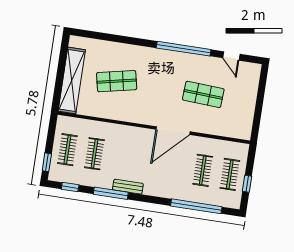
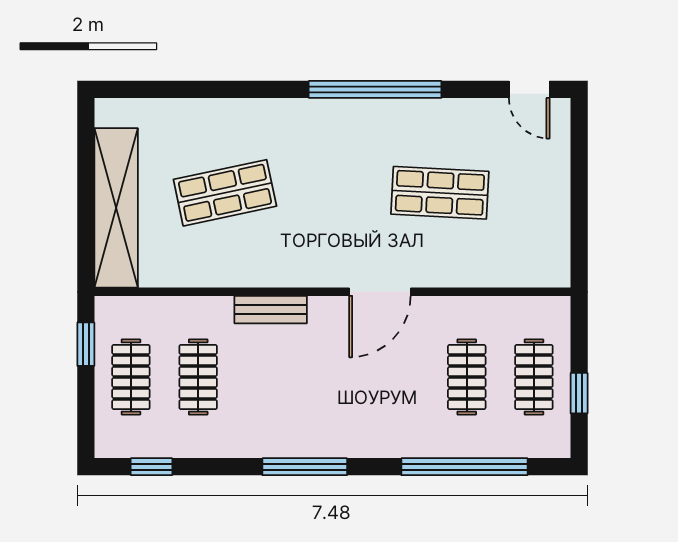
door: (231, 56) -> (529, 89), moved
door: (173, 131) -> (380, 292), width x0.73
window: (47, 162) -> (86, 344), moved
bench: (128, 187) -> (271, 310), moved
window: (111, 193) -> (305, 467), moved

